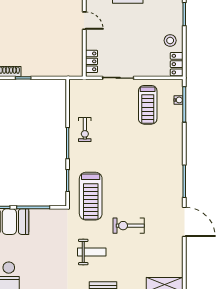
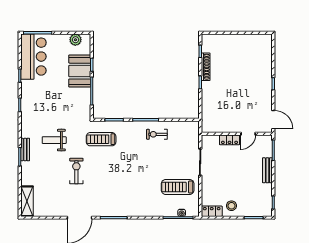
locker: (91, 61) -> (229, 140), moved
treadmill: (91, 196) -> (101, 139), width x0.73, depth x0.73
weight bench: (92, 252) -> (54, 140), turned 90

